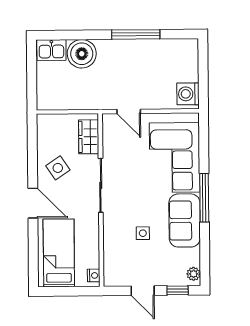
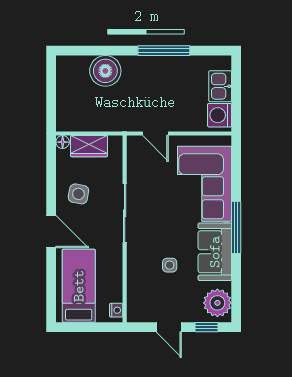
kitchen sink: (51, 50) -> (220, 86), moved, turned 90
floor lamp: (43, 120) -> (63, 142), added
wardrobe: (89, 137) -> (89, 146), moved, turned -90
side table: (58, 168) -> (78, 194), turned 45
plant: (194, 274) -> (217, 303), width x1.88, depth x1.88

